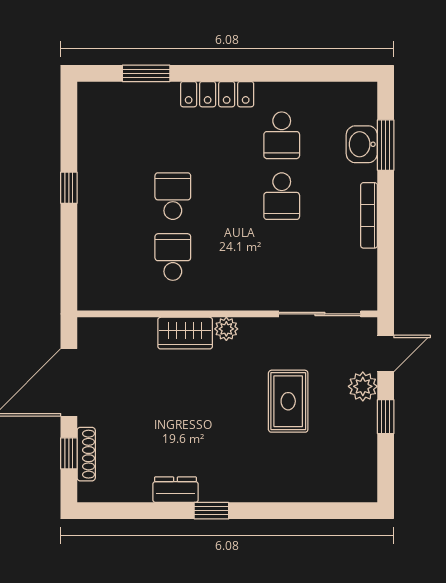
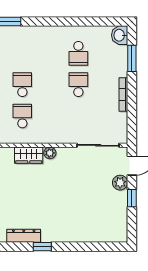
locker: (217, 94) -> (45, 32), removed
washbasin: (362, 144) -> (120, 35), moved
school desk: (282, 196) -> (78, 85), turned 180
rug: (288, 401) -> (82, 190), removed
dresser: (175, 490) -> (24, 236), width x1.44

